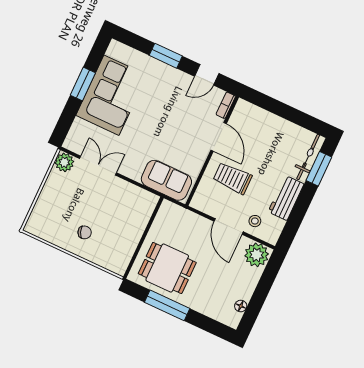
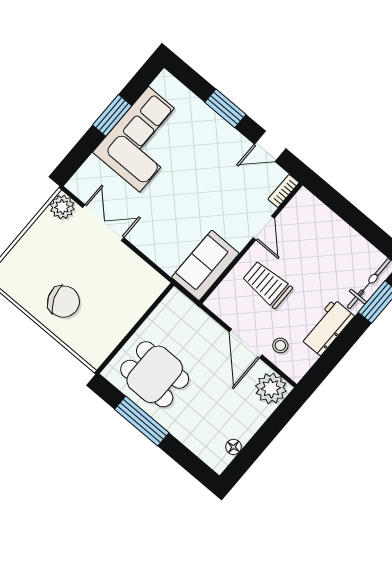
door: (219, 137) -> (264, 228), width x0.73
sofa: (166, 180) -> (205, 265), moved, turned -90
chair: (85, 232) -> (64, 302), width x1.87, depth x1.87

